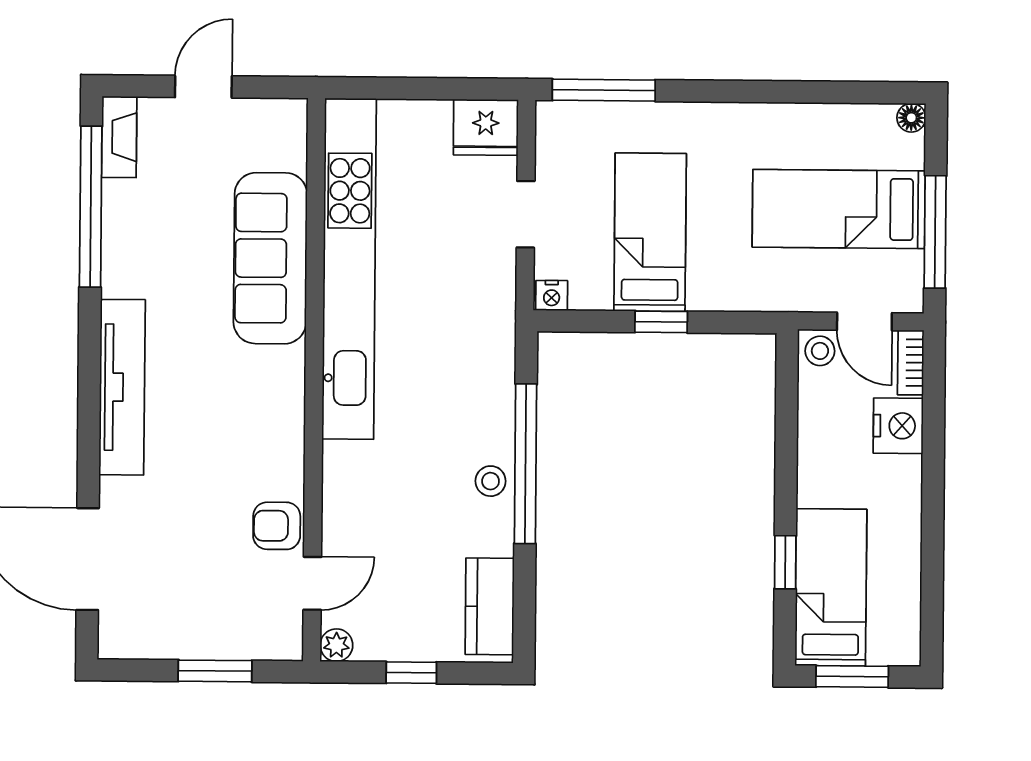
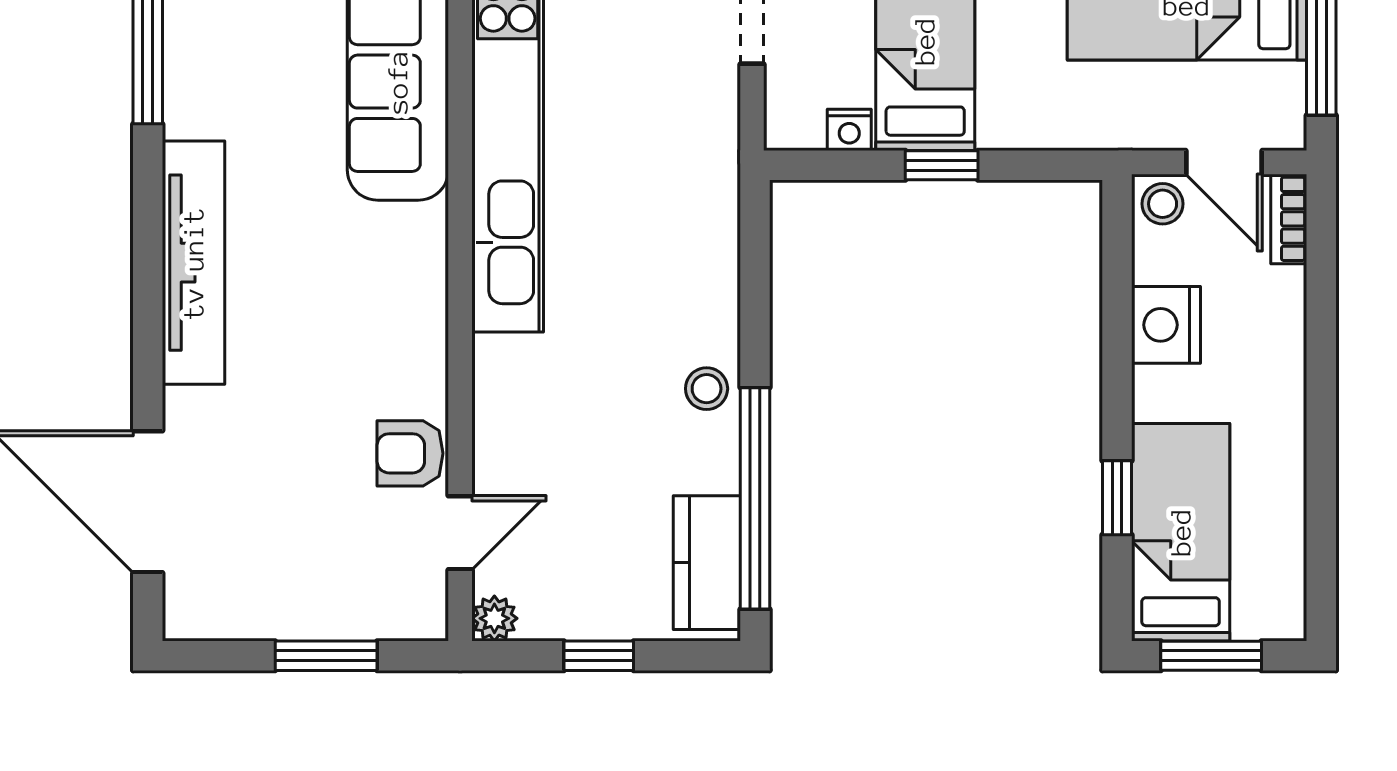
nightstand: (552, 295) -> (849, 130), moved
nightstand: (898, 426) -> (1166, 325), moved, turned 180
window: (526, 464) -> (755, 498), moved

